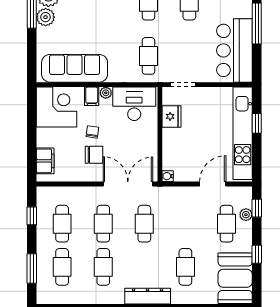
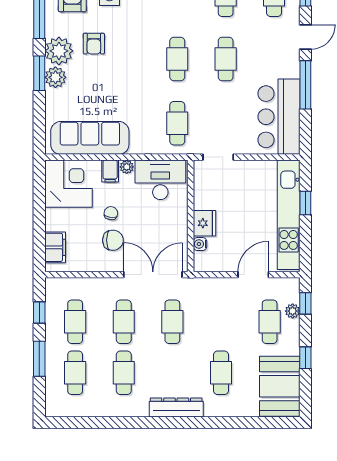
fridge: (172, 116) -> (205, 223), moved
water cooler: (168, 176) -> (200, 244), moved
window: (32, 268) -> (39, 359), moved

